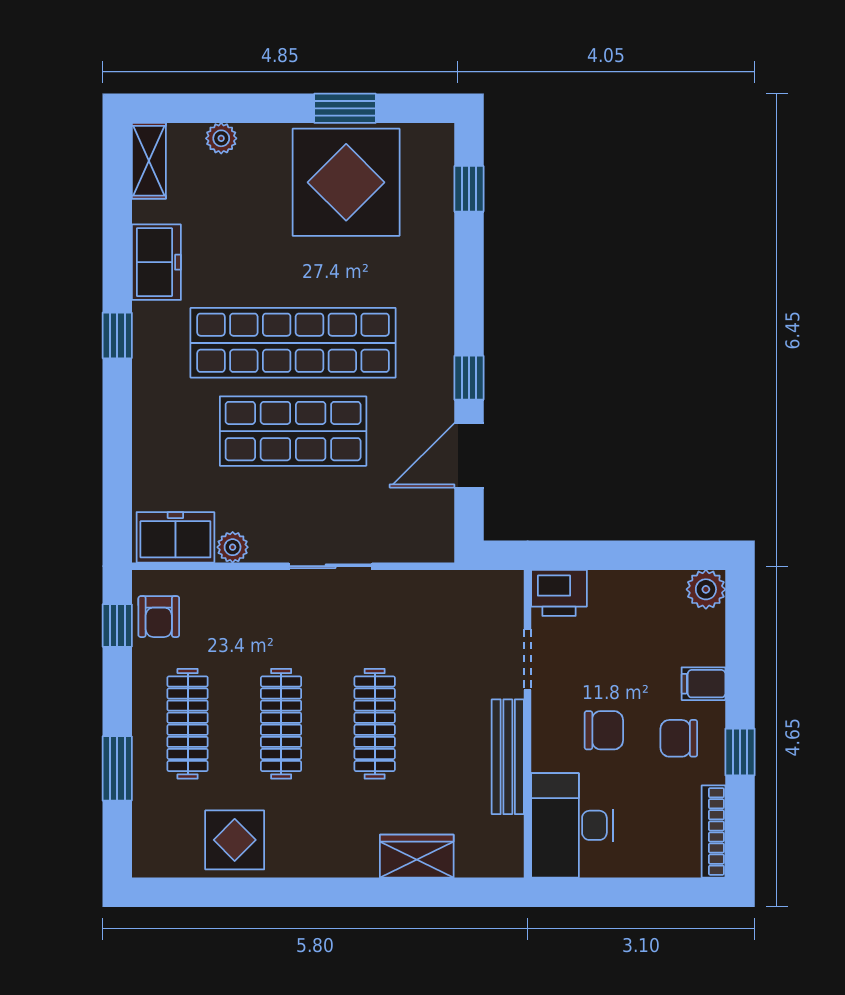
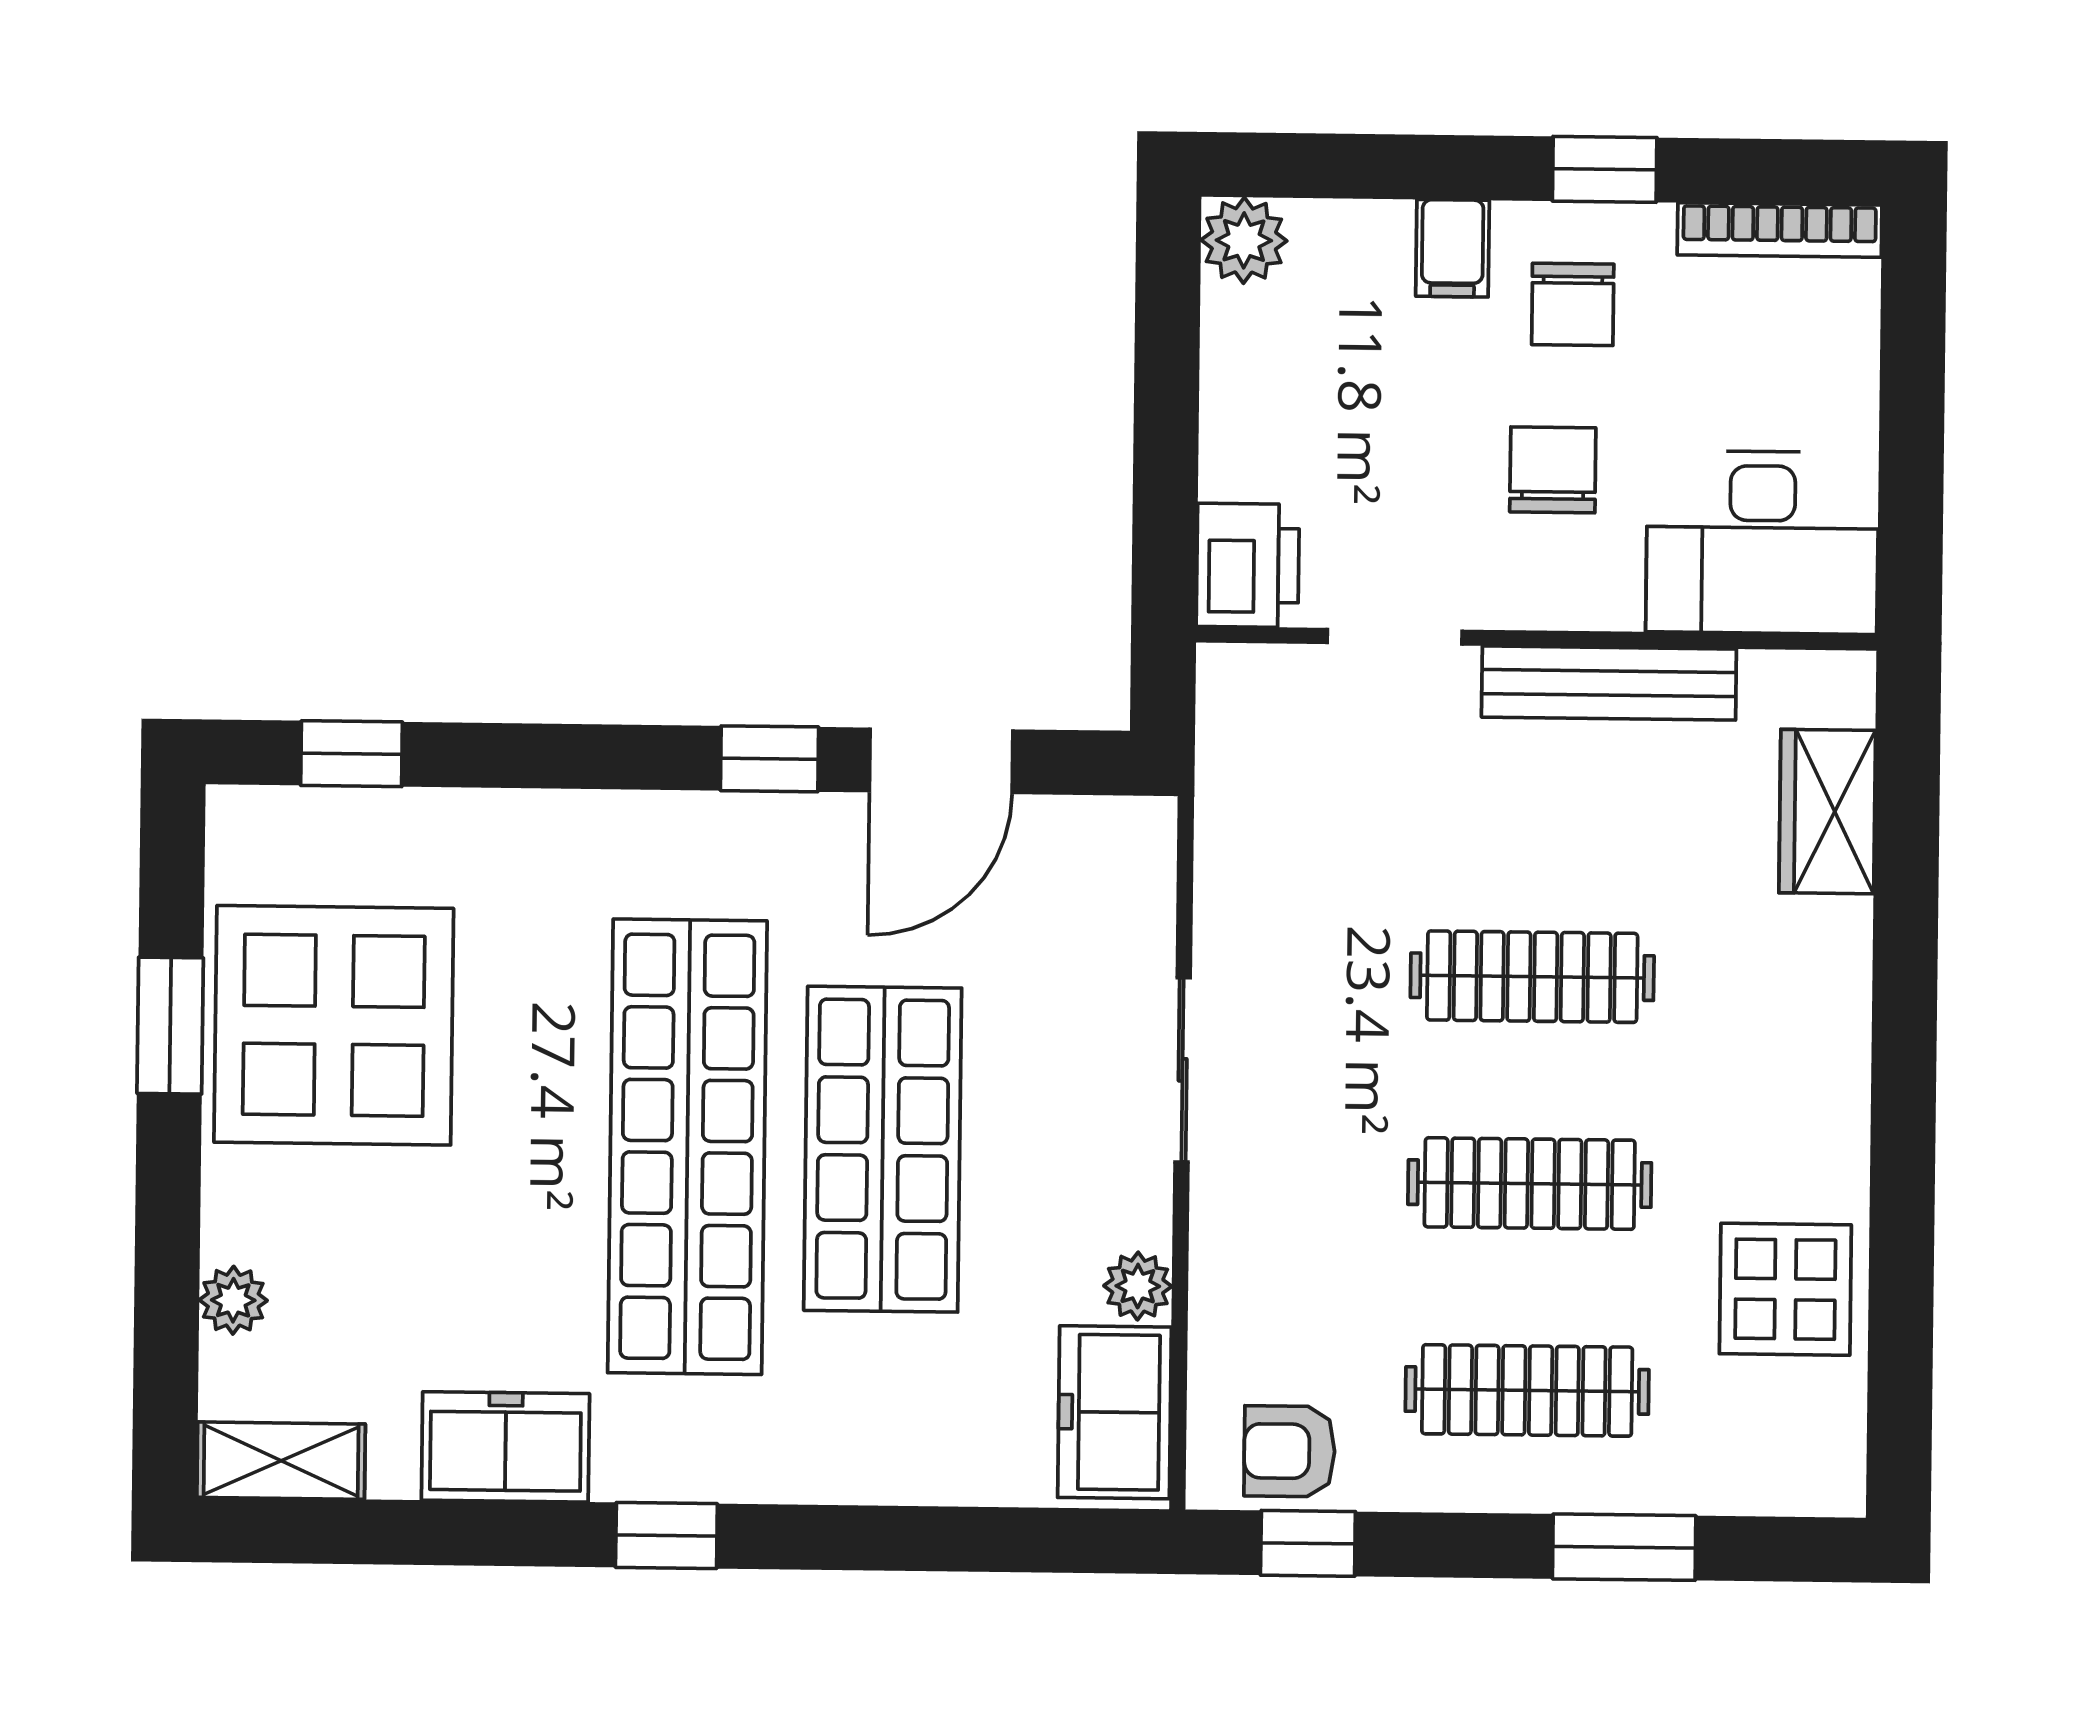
door: (469, 455) -> (941, 761), hinge flipped
armchair: (159, 617) -> (1289, 1451), turned 180
wardrobe: (417, 856) -> (1827, 812), moved

